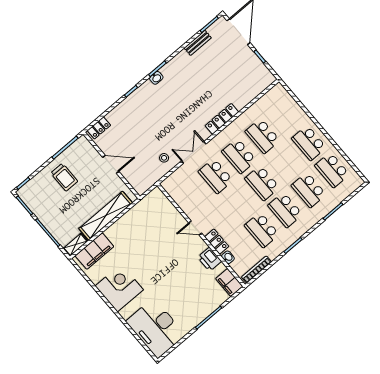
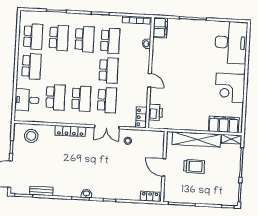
stool: (252, 82) -> (31, 136), added
desk: (285, 110) -> (27, 100), added
trolley: (64, 177) -> (194, 166), moved, turned 90
school desk: (262, 183) -> (109, 70), moved
locker: (217, 242) -> (141, 117), moved
printer: (210, 259) -> (156, 112), moved

